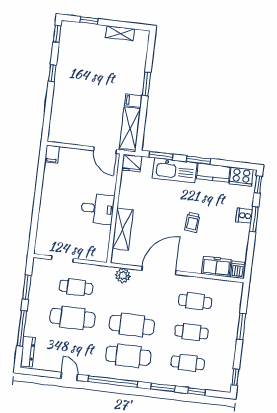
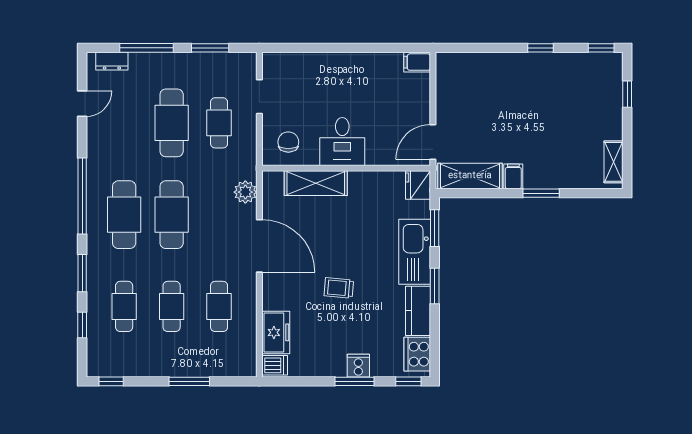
shelving: (120, 33) -> (613, 162), moved
chair: (94, 244) -> (288, 142), added
dresser: (28, 352) -> (112, 61), width x0.70
door: (69, 376) -> (82, 104), moved

